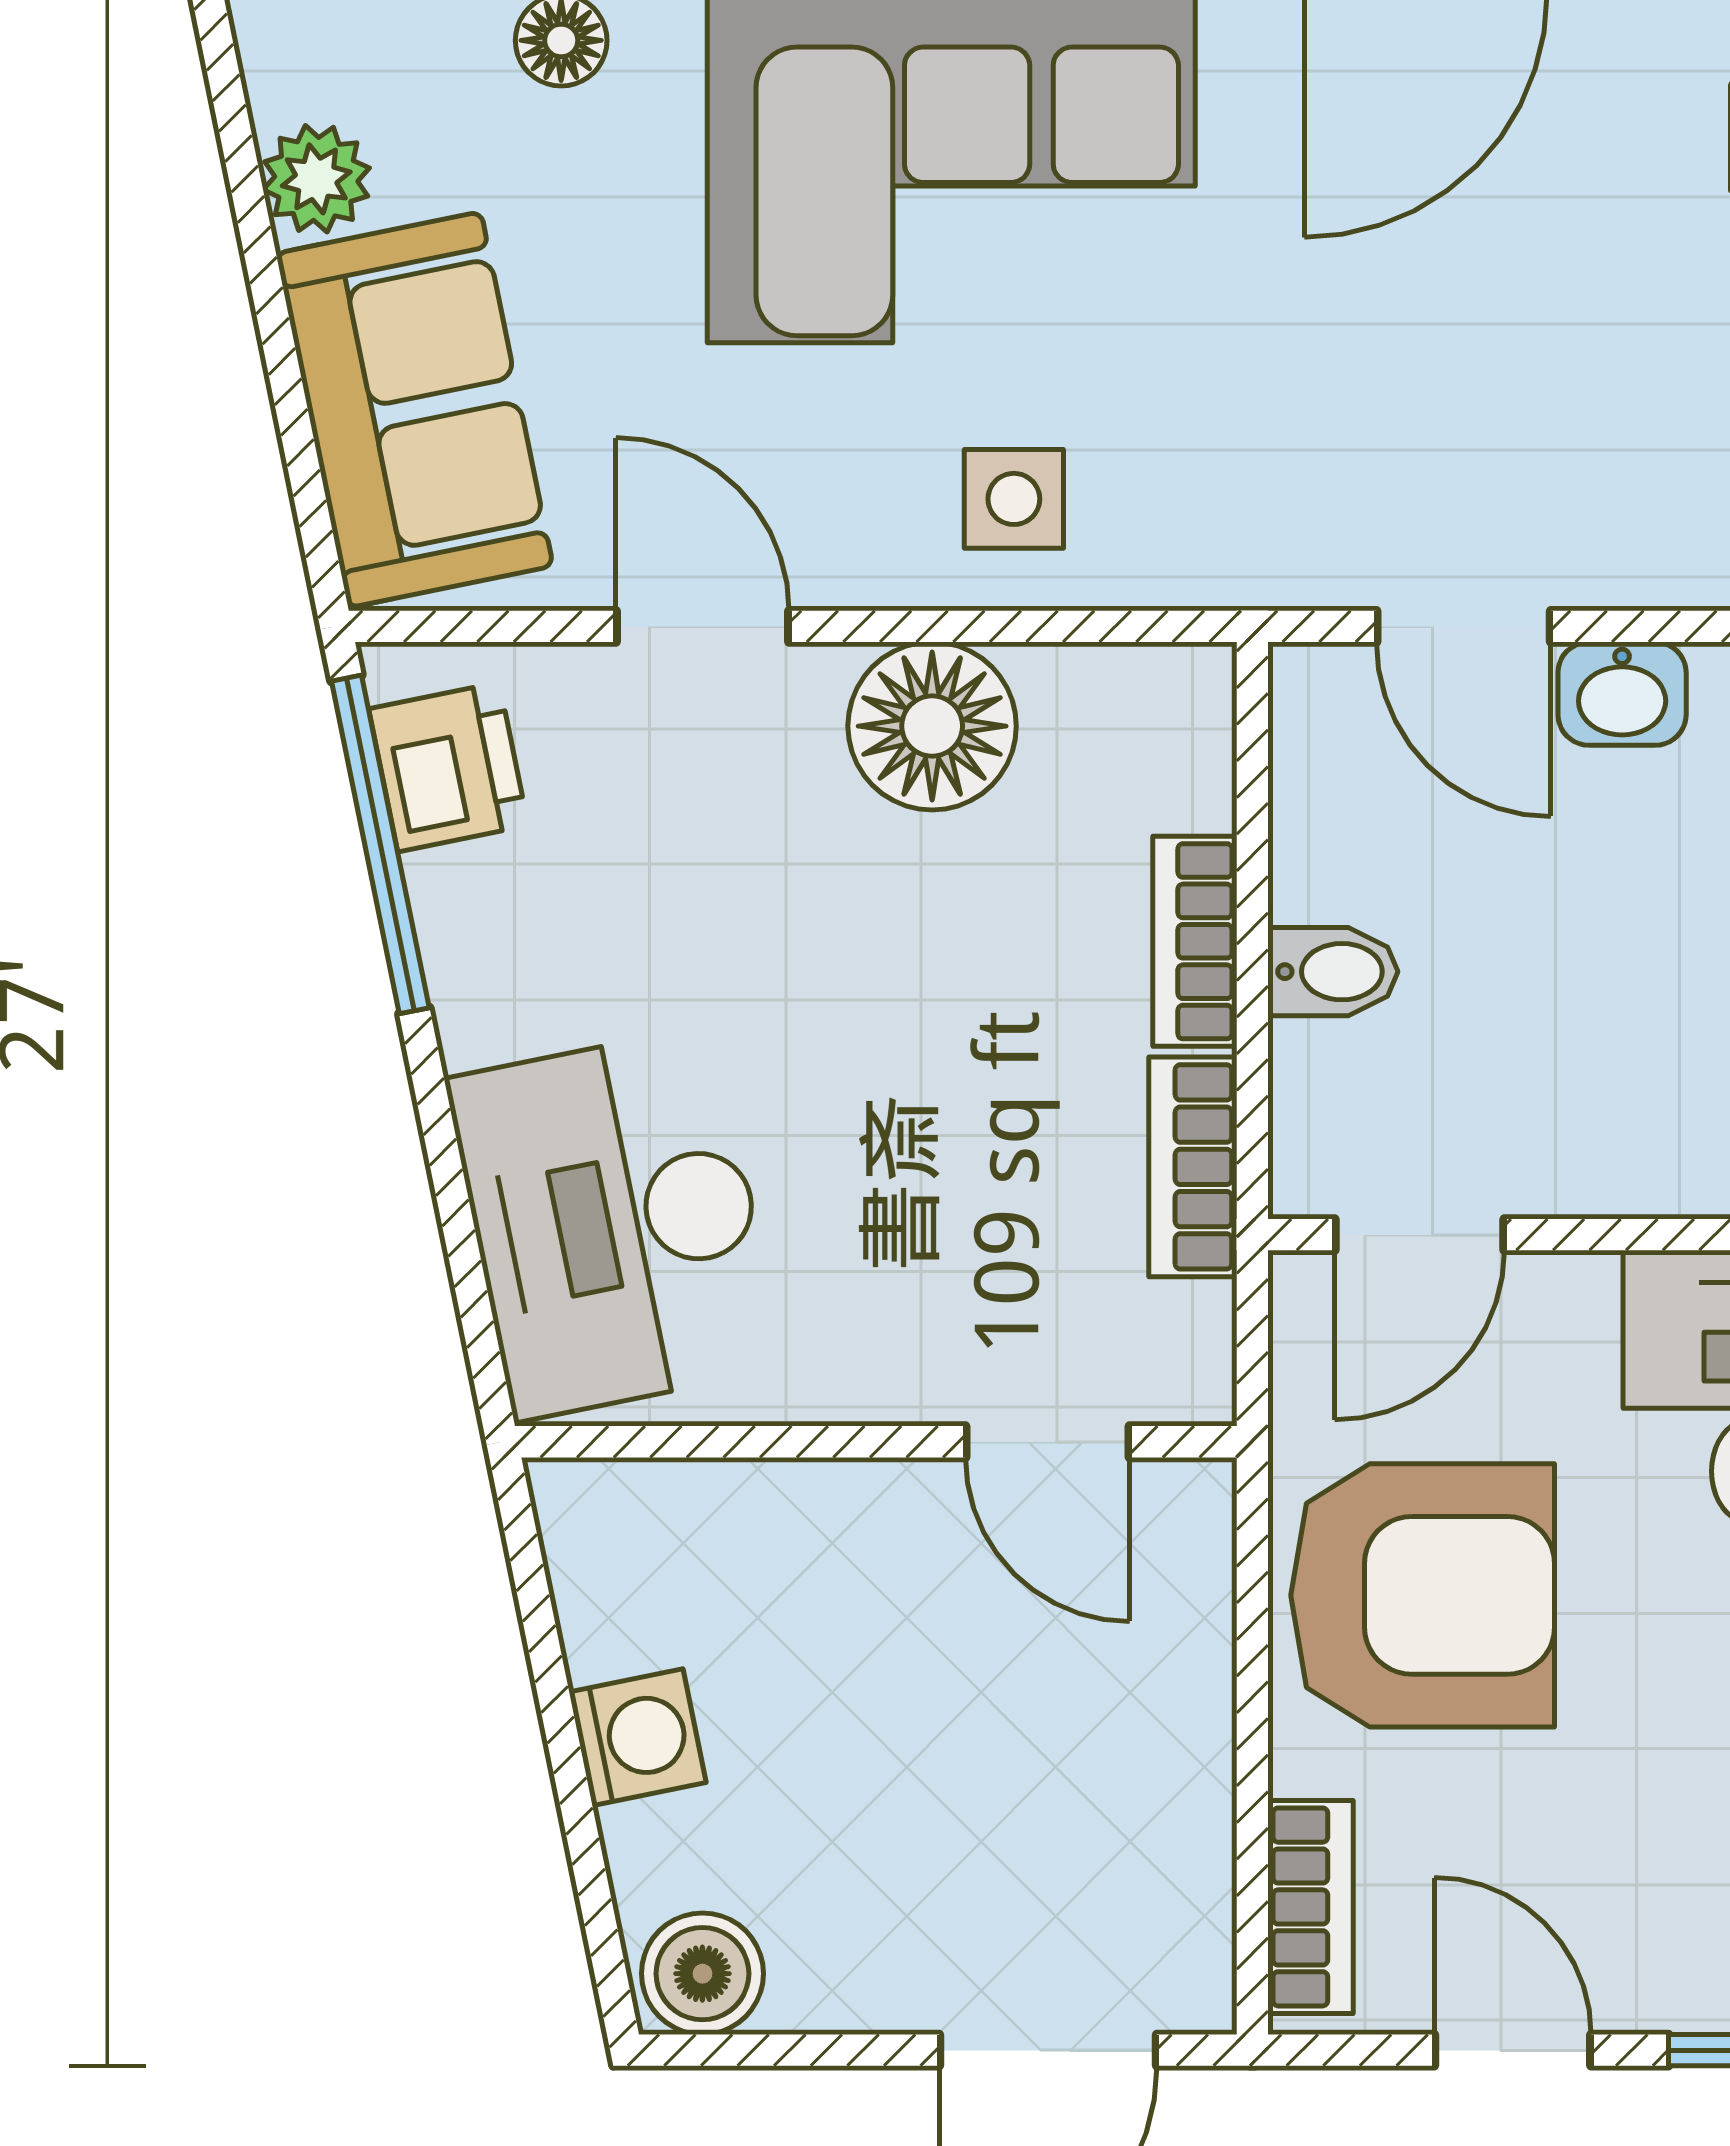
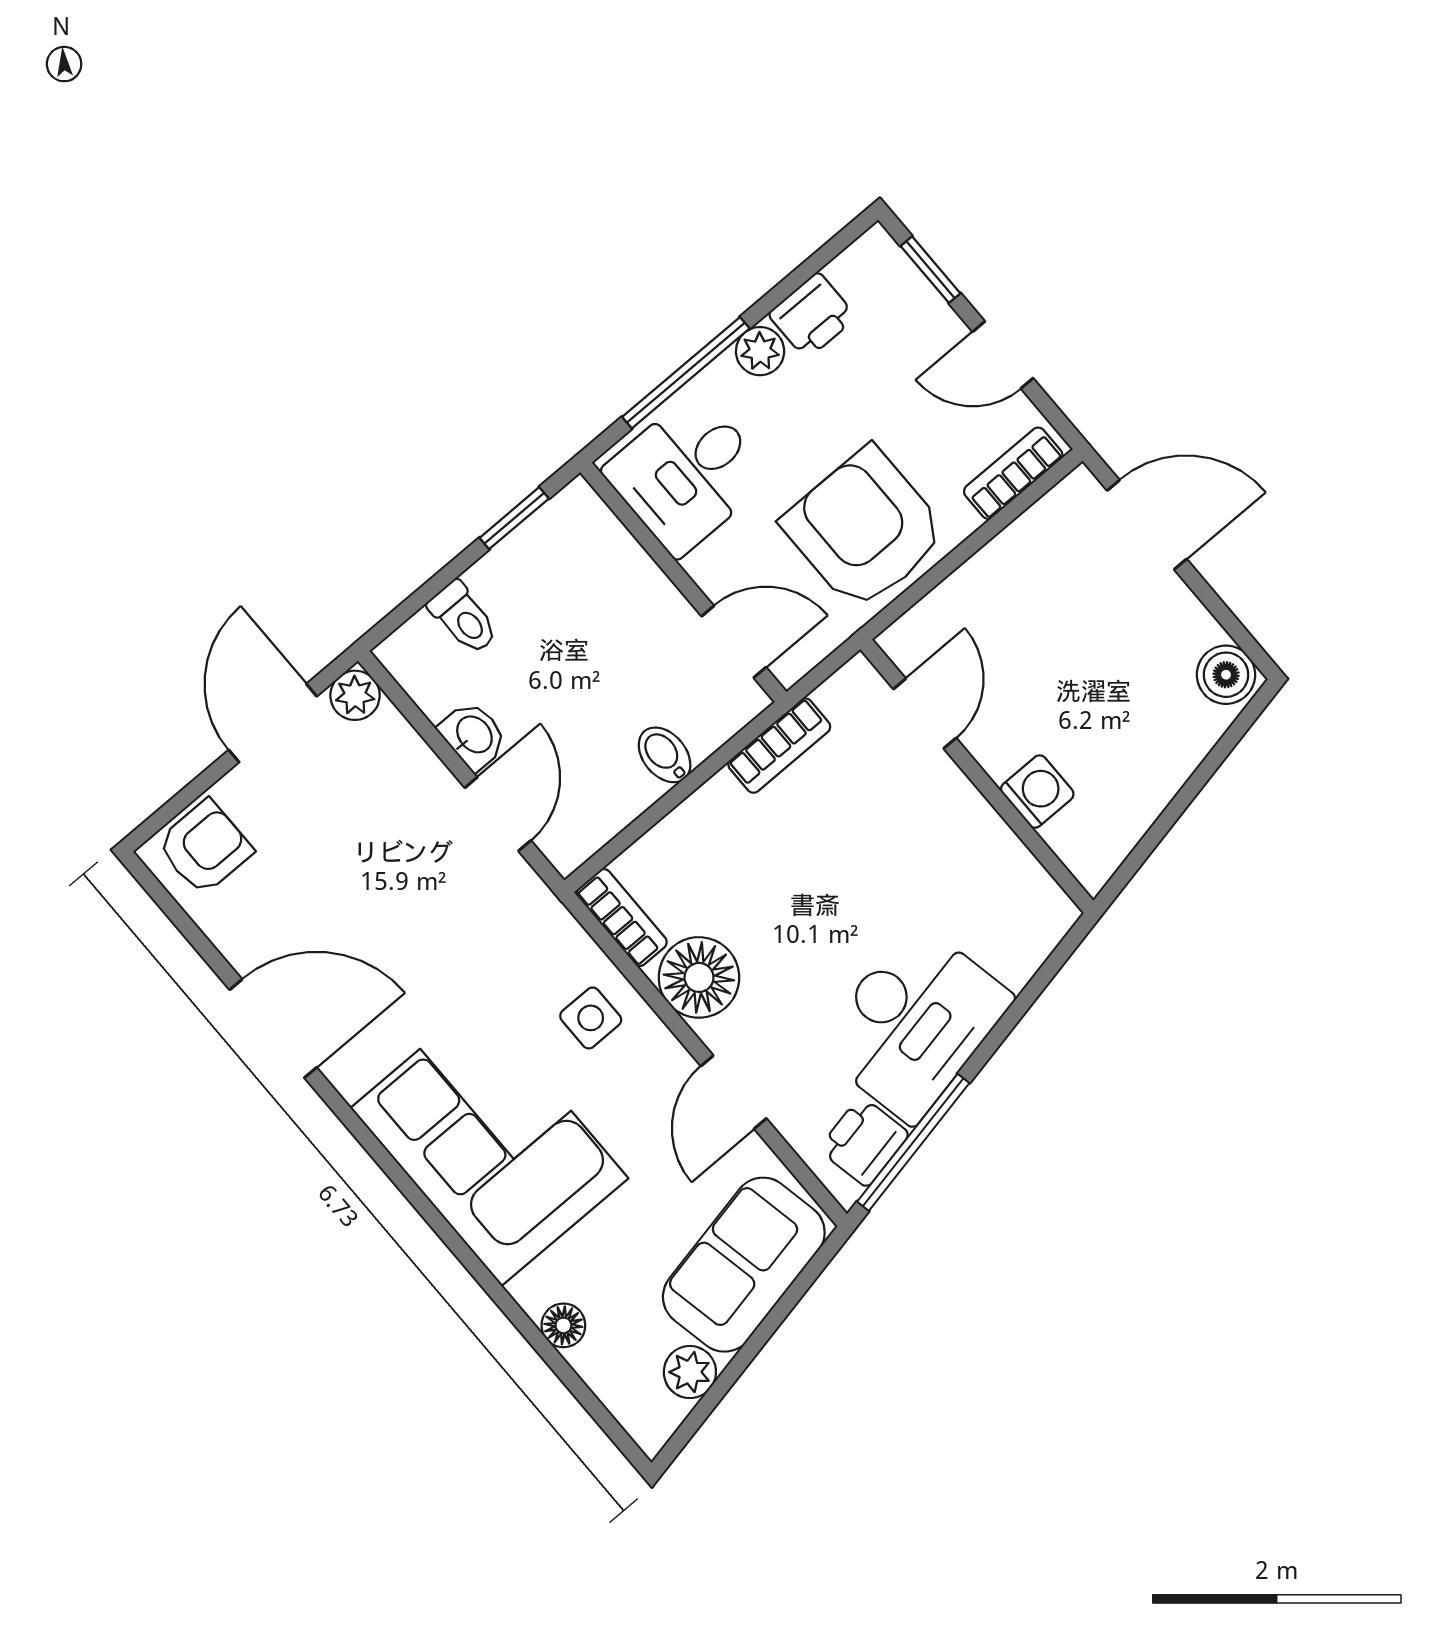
bookcase: (1195, 941) -> (622, 918), moved, turned -90
desk: (615, 1223) -> (914, 1022), moved
washing machine: (637, 1737) -> (1037, 792), moved, turned 102
door: (1513, 2050) -> (1003, 355), hinge flipped

